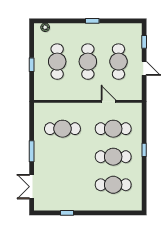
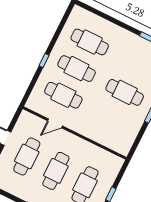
door: (109, 101) -> (55, 123), hinge flipped
cafe table: (62, 129) -> (125, 92), moved

